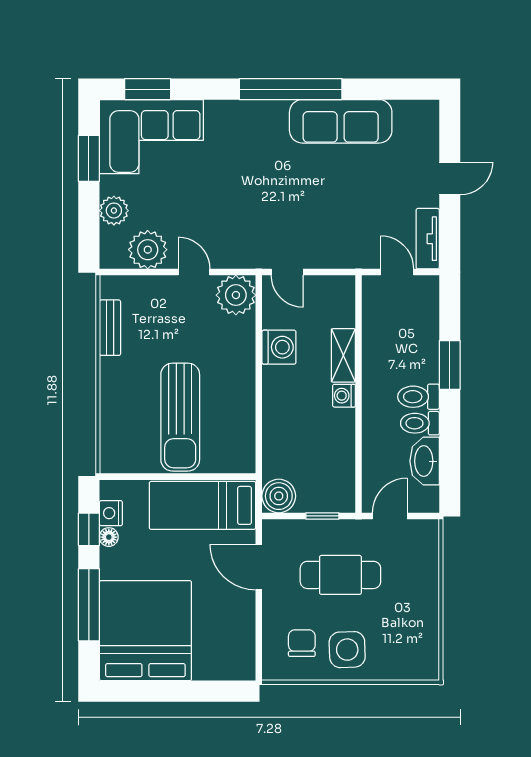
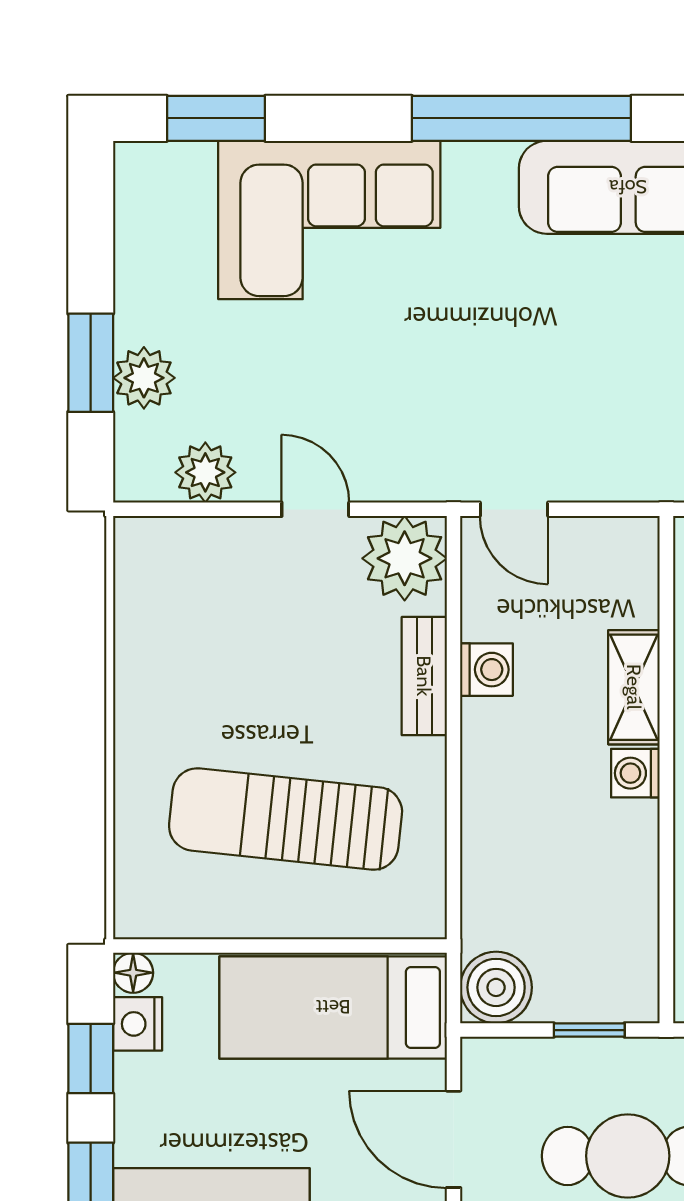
corner sofa: (151, 137) -> (329, 220), moved
window: (89, 158) -> (91, 363), moved
plant: (148, 250) -> (205, 472), width x0.73, depth x0.73
bench: (110, 328) -> (424, 676), moved
washing machine: (279, 347) -> (486, 670), width x0.73, depth x0.73
sun lounger: (180, 417) -> (286, 819), turned 96
floor lamp: (109, 537) -> (133, 973), moved

